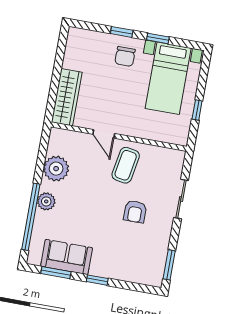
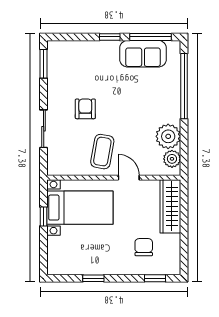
window: (122, 32) -> (155, 278), moved
chair: (125, 56) -> (144, 247), moved
bed with nightstands: (168, 78) -> (80, 208), moved, turned 90
plant: (46, 201) -> (172, 159), moved
window: (56, 273) -> (151, 37), width x1.44

